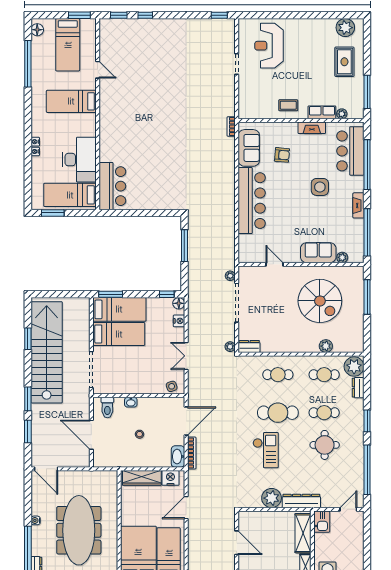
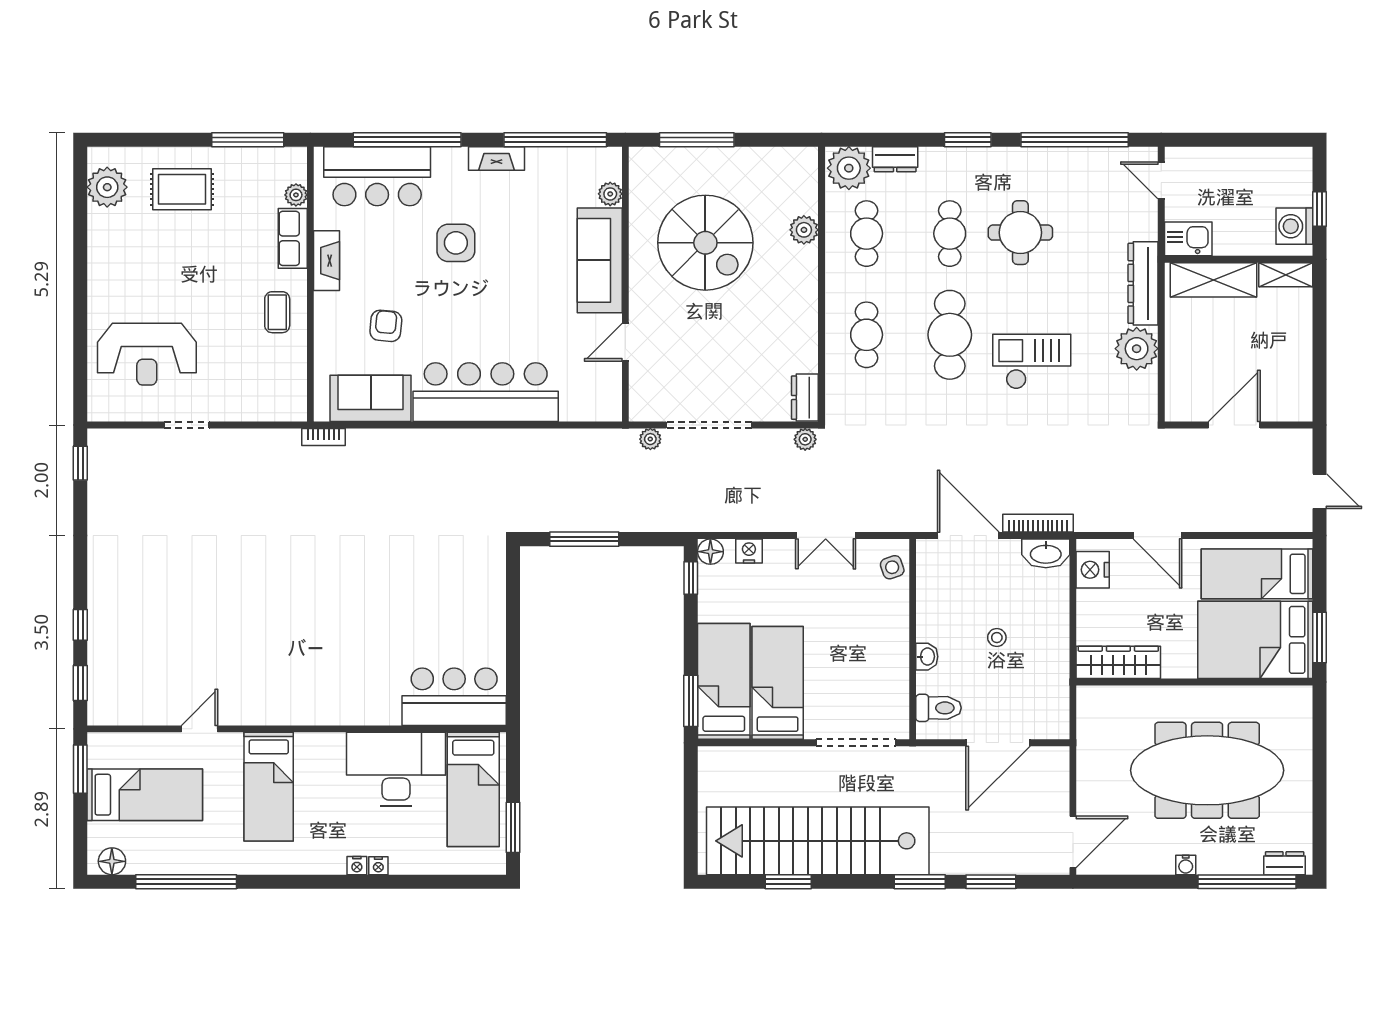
sofa: (318, 253) -> (600, 260), width x1.36
spiral stairs: (320, 301) -> (705, 243), turned 90
wardrobe: (142, 478) -> (1118, 662), moved, turned -90

